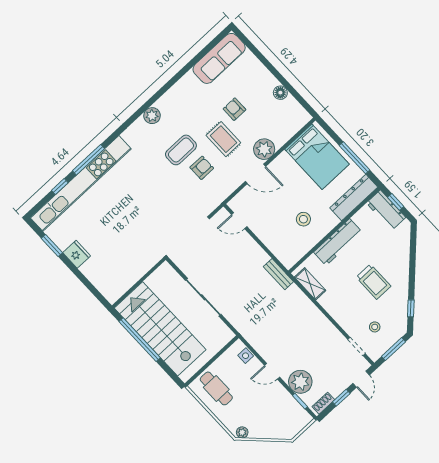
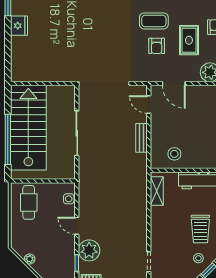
armchair: (202, 168) -> (157, 46), turned 90
door: (255, 174) -> (174, 83), moved
stool: (303, 219) -> (174, 154), moved
bench: (278, 274) -> (142, 138), moved
stool: (375, 327) -> (198, 258), moved
window: (140, 340) -> (8, 139), moved
plant: (242, 432) -> (30, 259), moved

